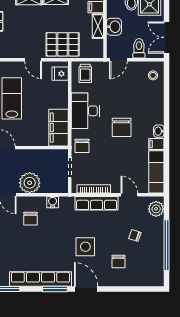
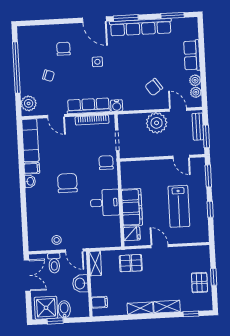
shelving: (98, 26) -> (95, 263), moved
pallet: (63, 44) -> (131, 263), width x0.67, depth x0.71
door: (118, 60) -> (74, 251), swing flipped
trolley: (85, 73) -> (107, 235), removed
stool: (153, 75) -> (57, 240), moved
desk: (85, 111) -> (105, 203), width x0.73
filing cabinet: (59, 128) -> (132, 207), moved
water cooler: (53, 202) -> (117, 106), moved
chair: (31, 219) -> (154, 87), turned -125
side table: (85, 247) -> (97, 62), width x0.54, depth x0.54

